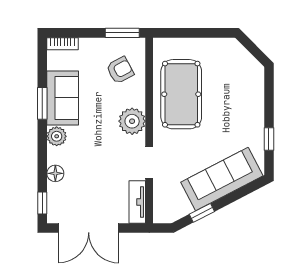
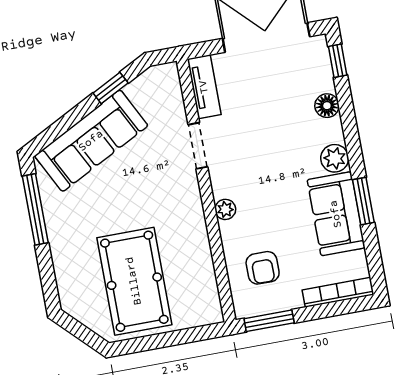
bookcase: (63, 44) -> (338, 292), width x1.56
armchair: (120, 70) -> (263, 268), turned -62
pool table: (181, 94) -> (134, 281), moved
plant: (132, 121) -> (225, 209), width x0.53, depth x0.53
window: (269, 139) -> (35, 209), width x2.17

